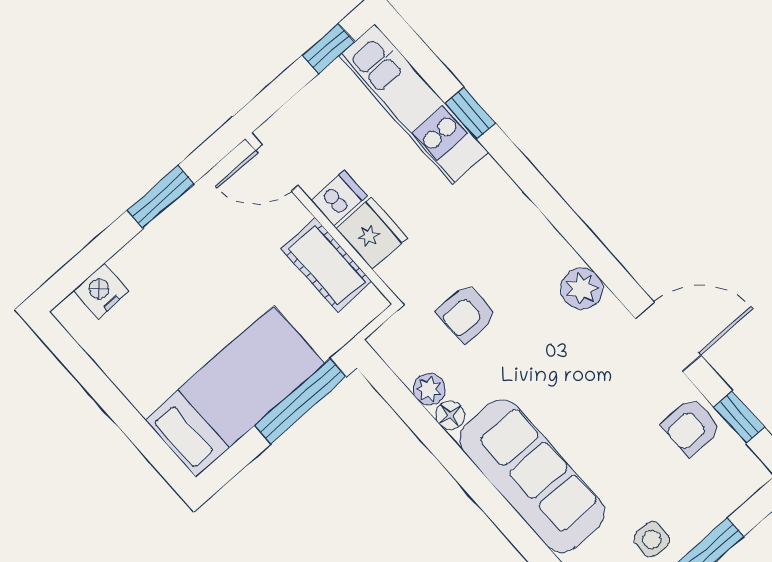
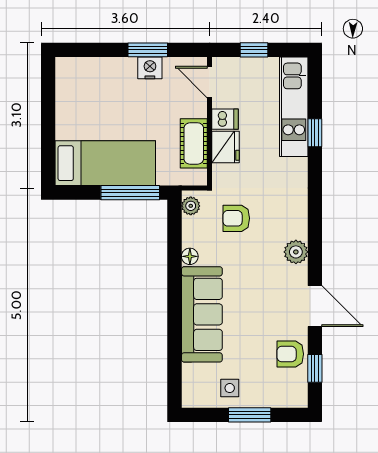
window: (328, 48) -> (254, 50), moved
nightstand: (101, 291) -> (150, 68), moved
plant: (429, 389) -> (191, 206), moved

